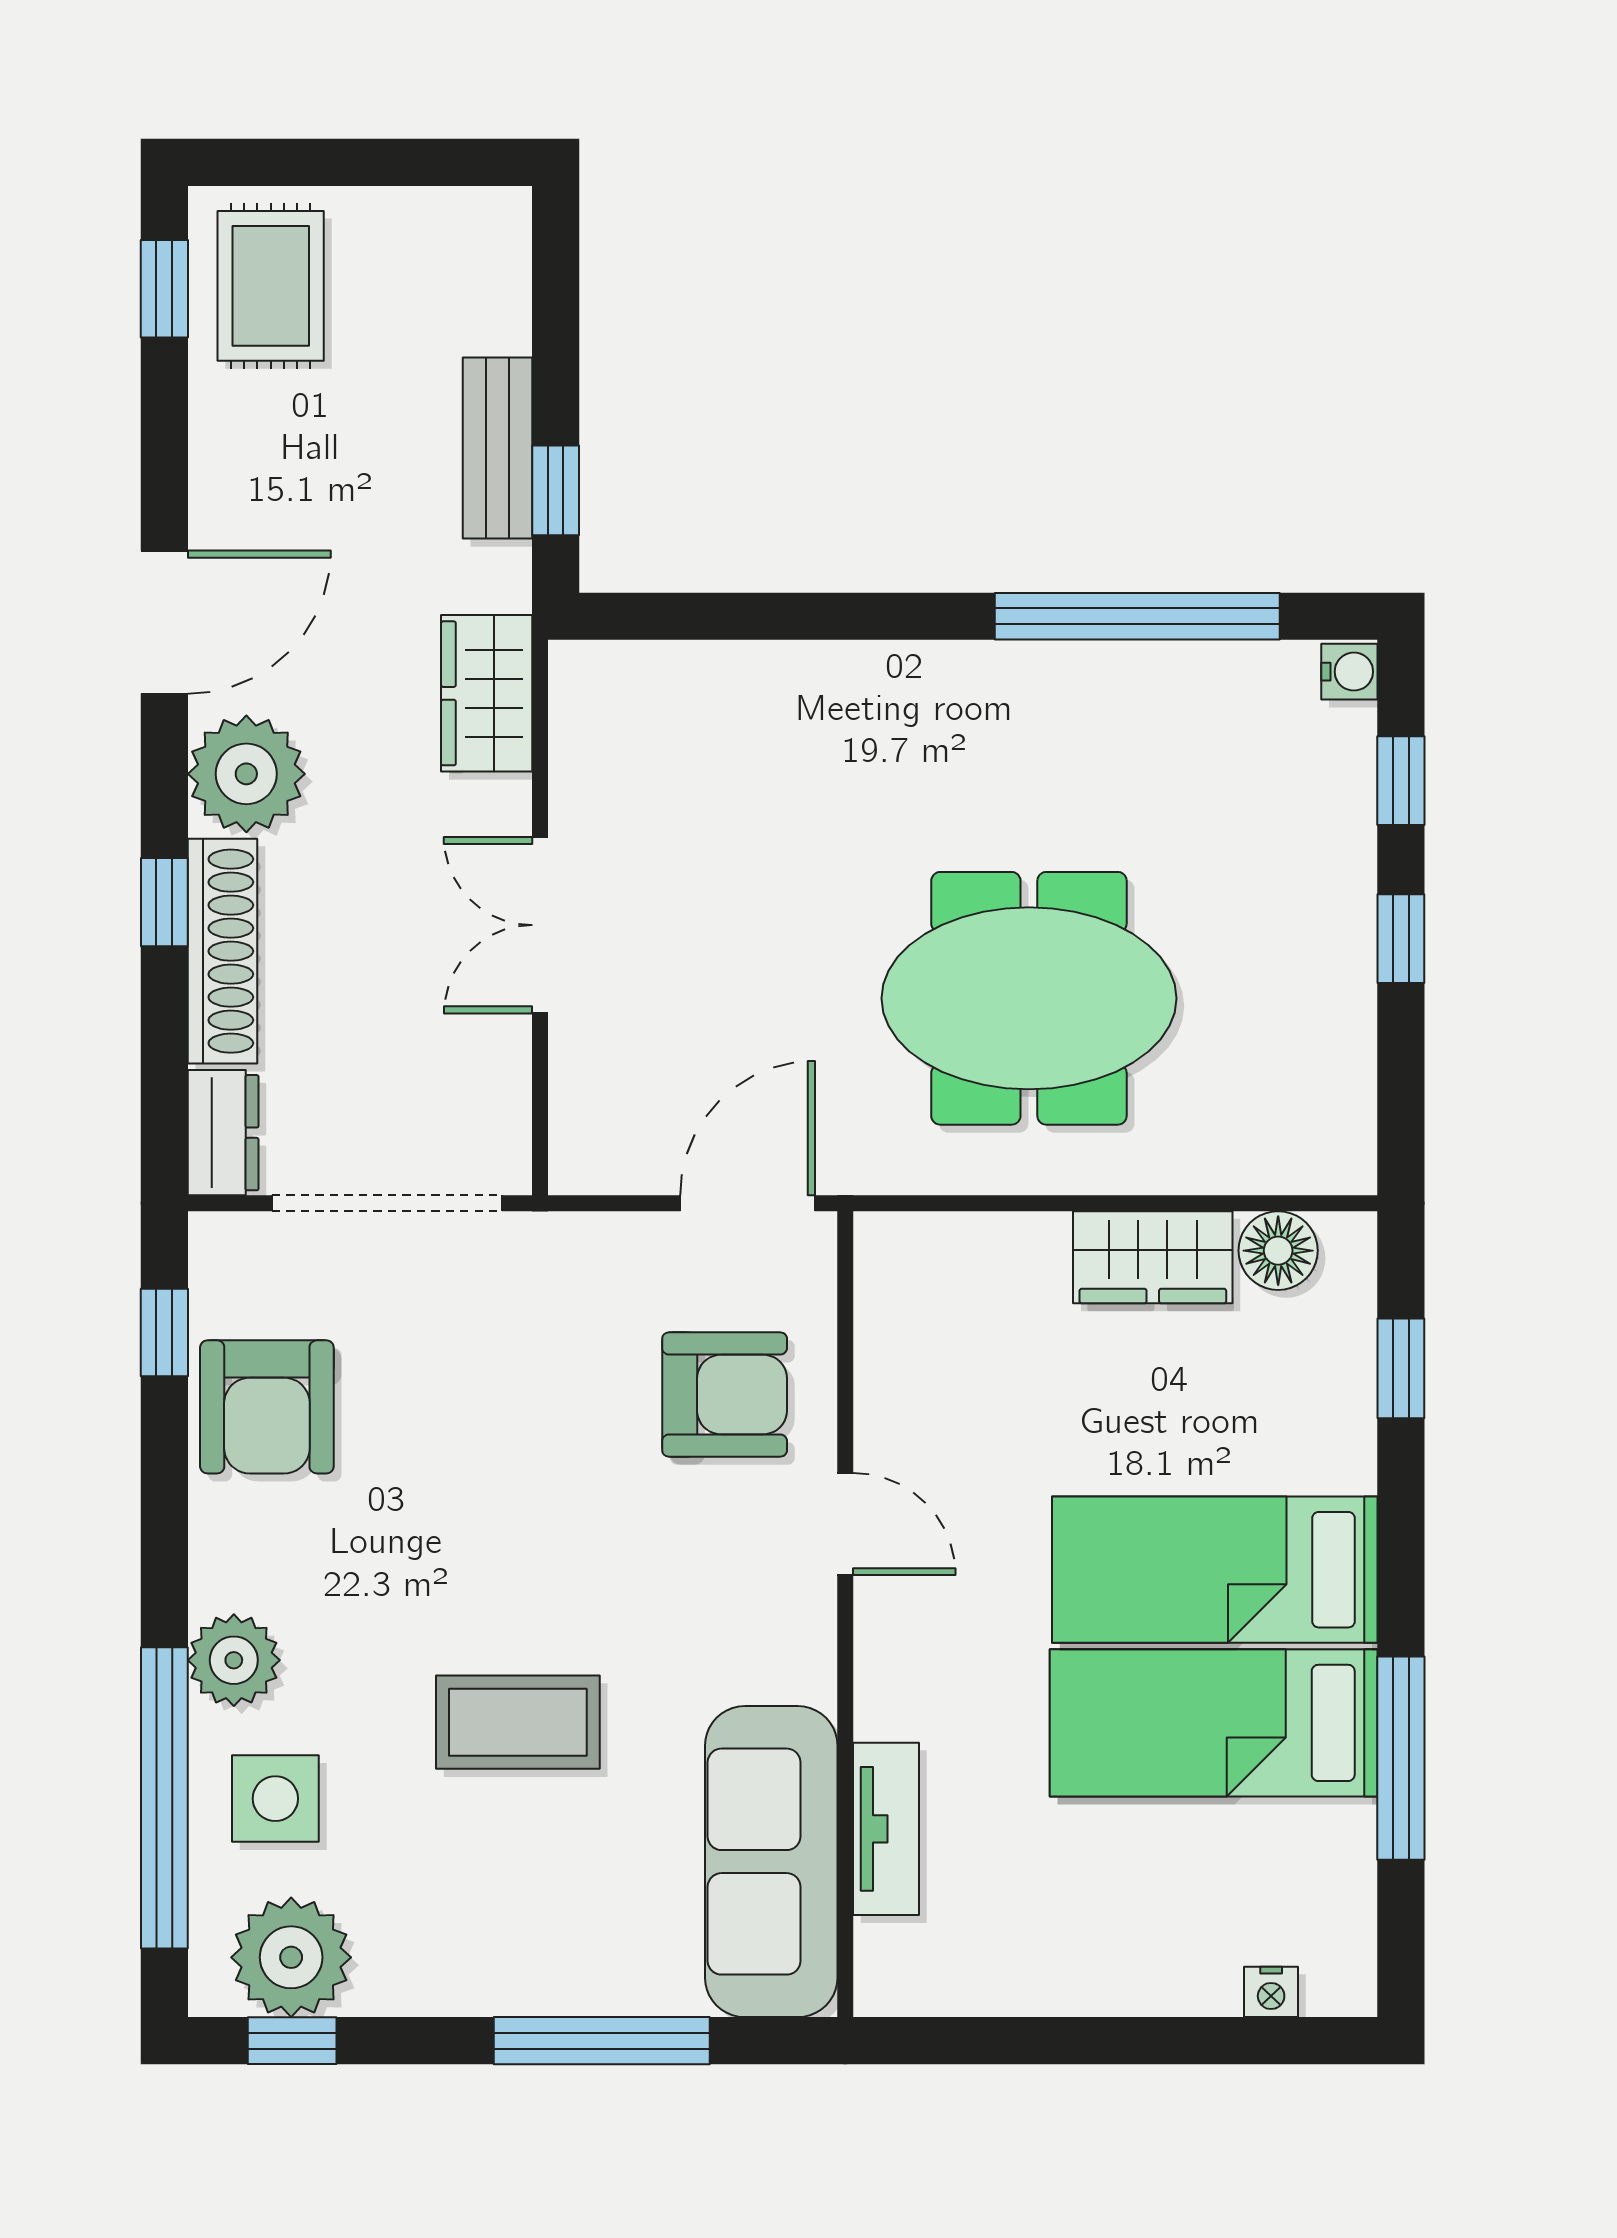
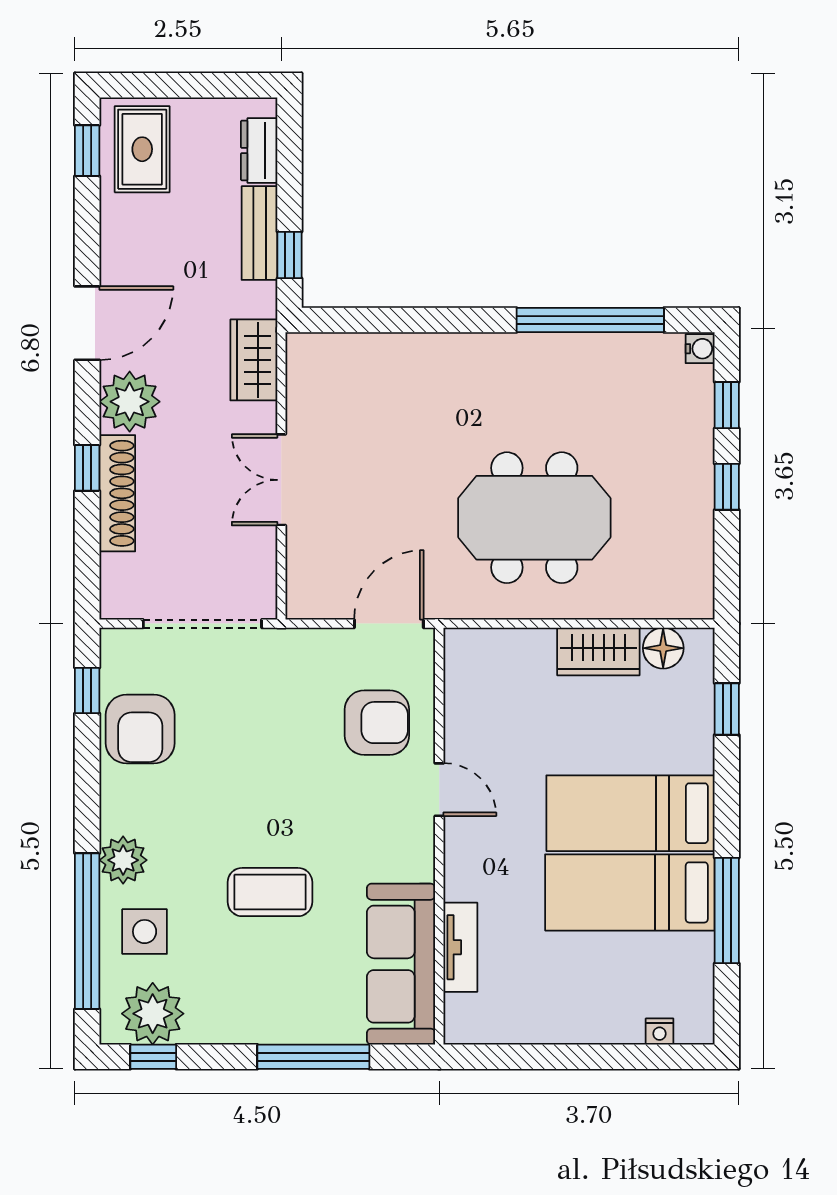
dresser: (223, 1133) -> (259, 150), moved, turned 180

